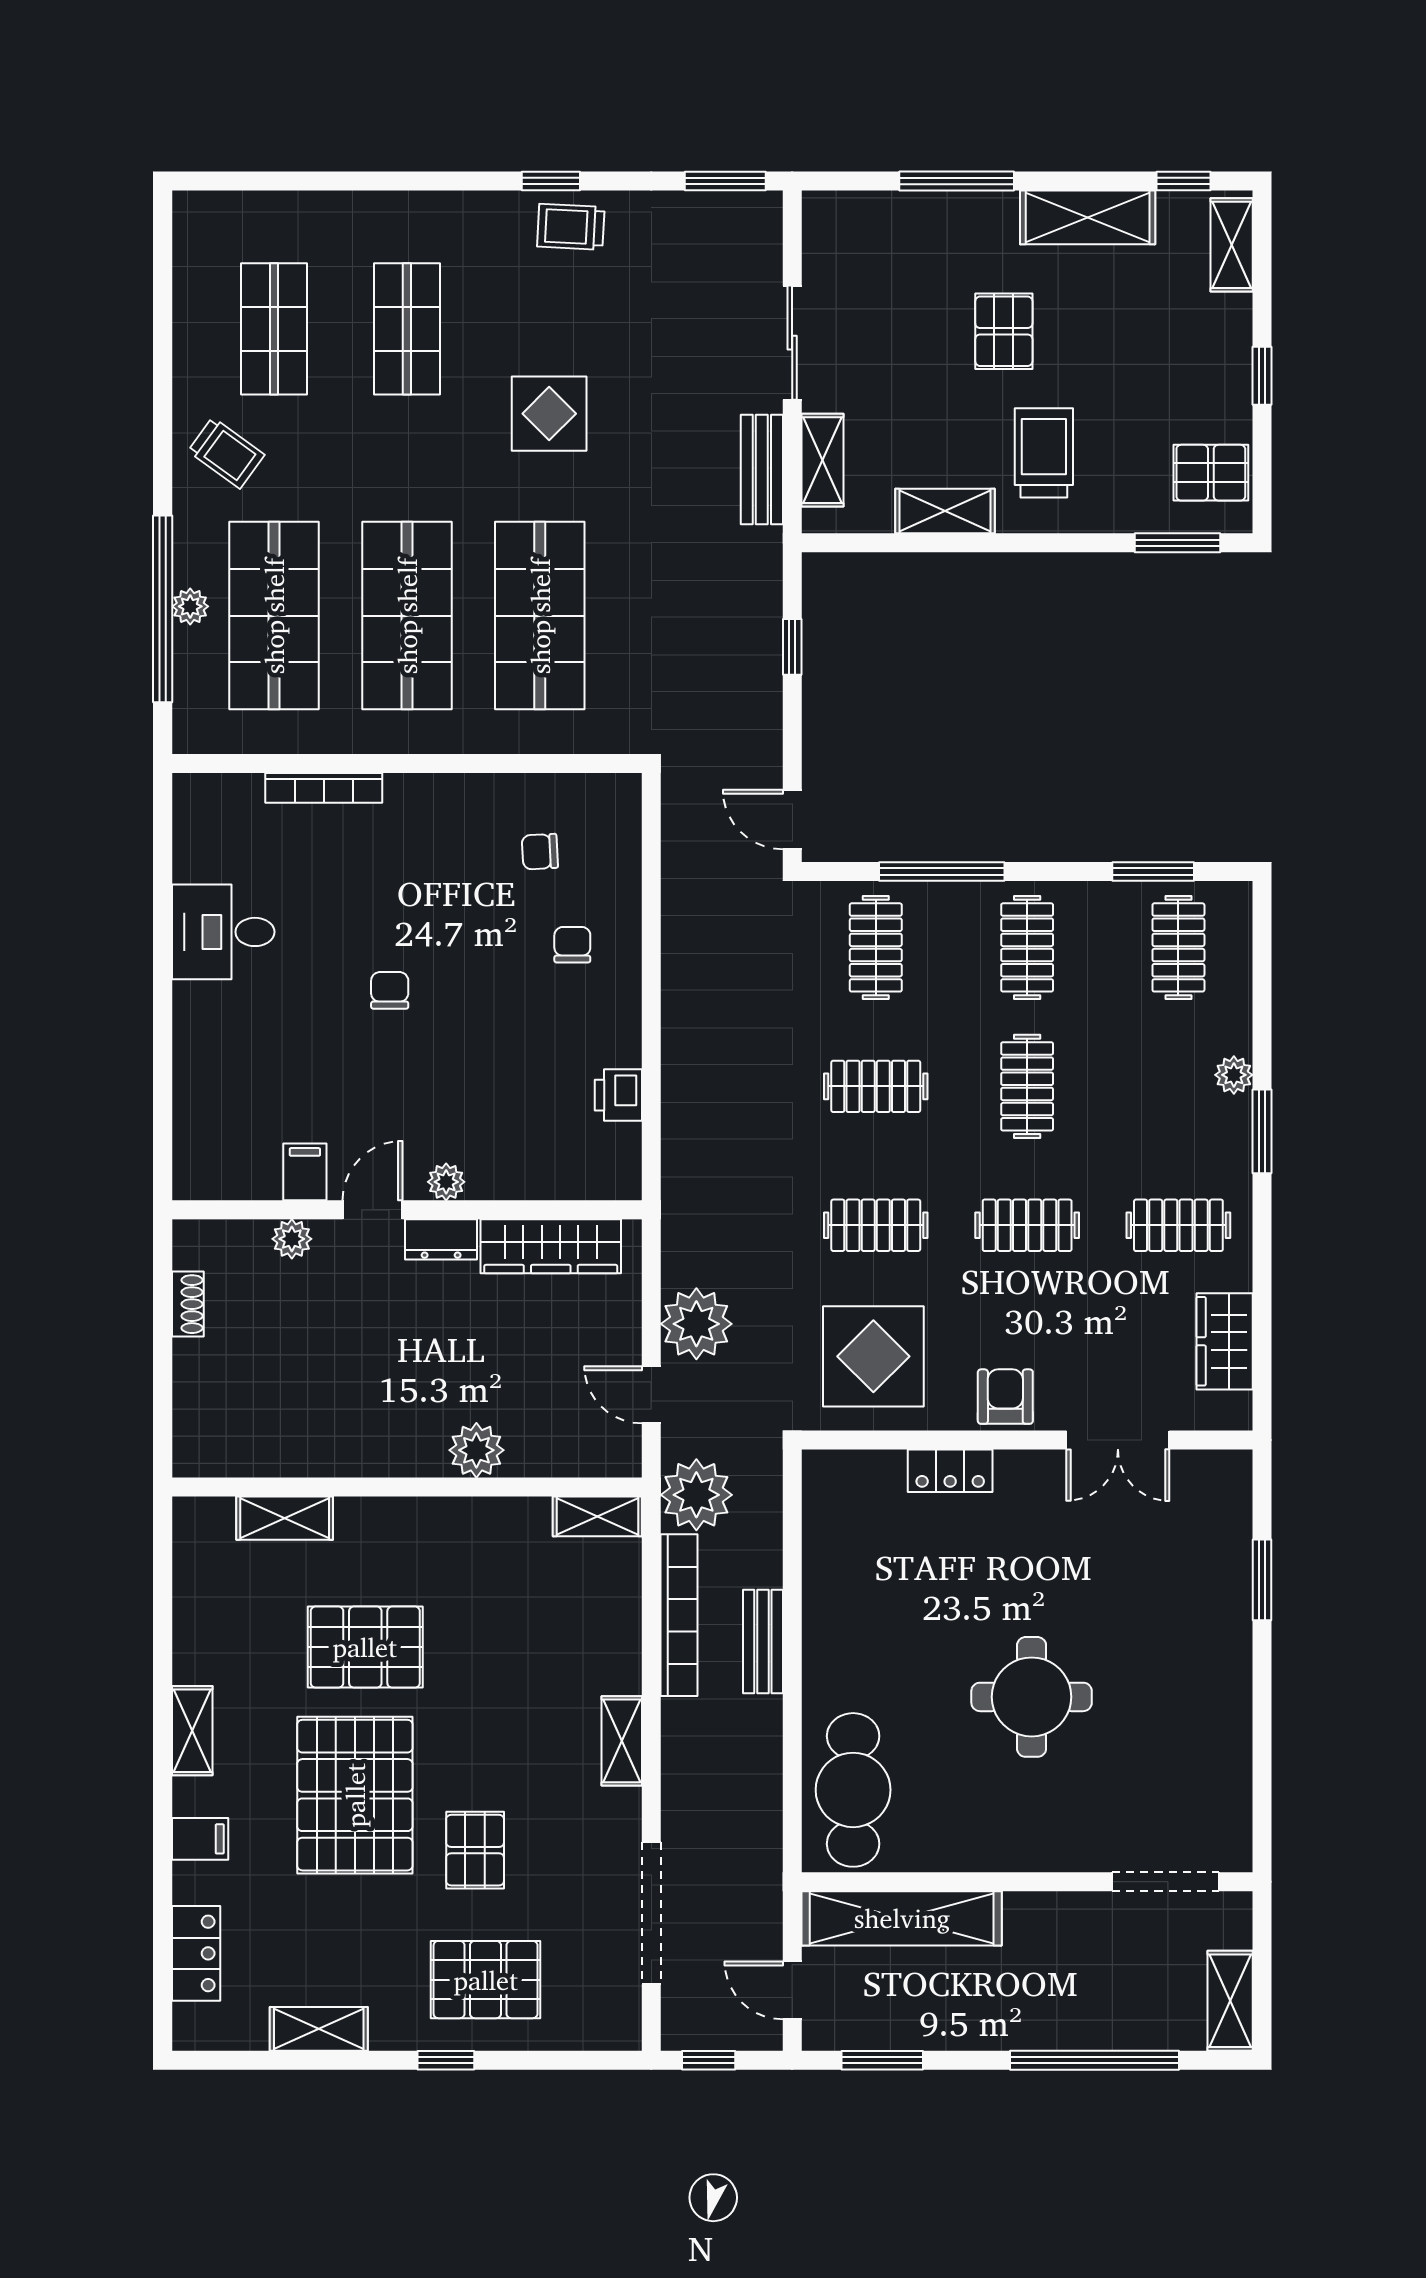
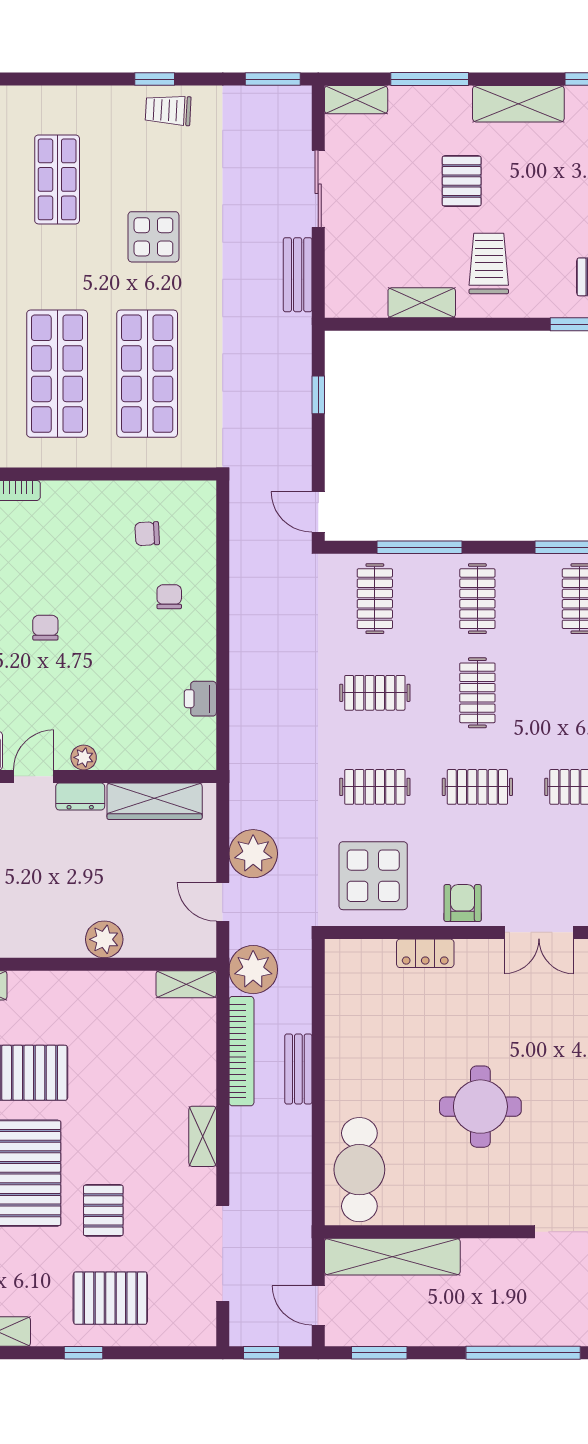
shelving: (822, 460) -> (356, 100), moved, turned 90

